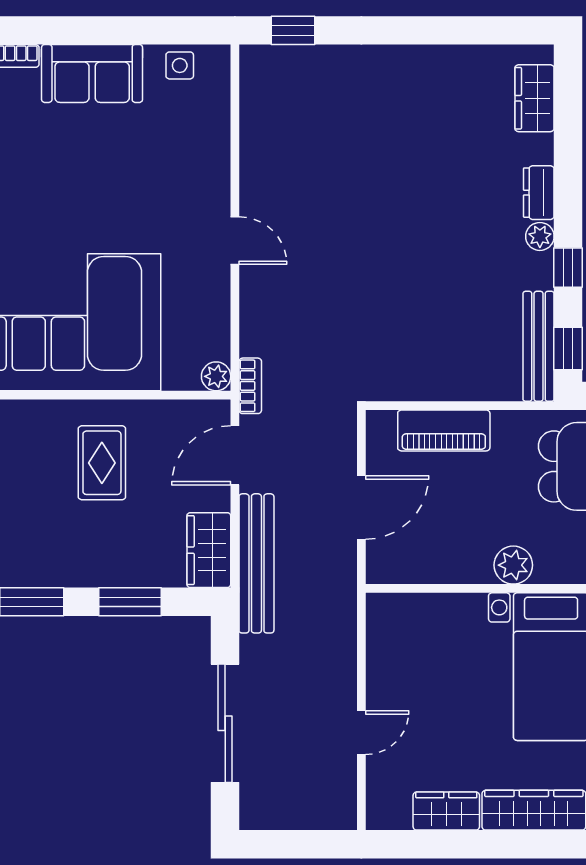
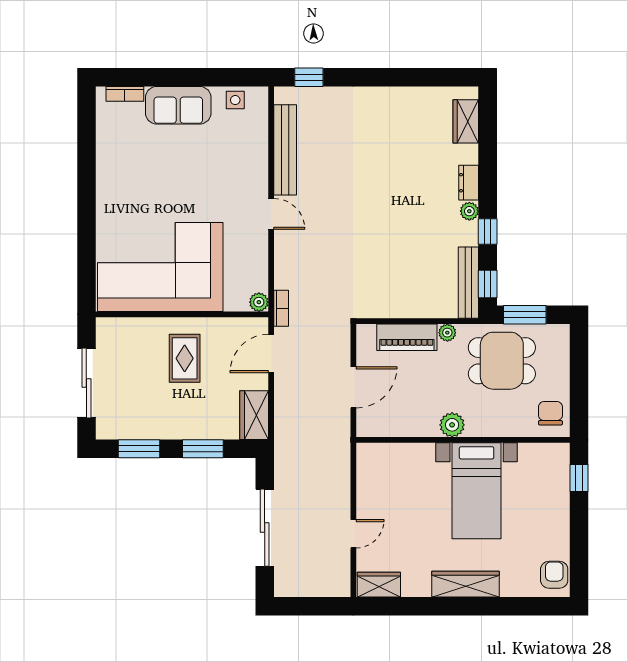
plant: (506, 423) -> (447, 333), added
bench: (256, 563) -> (285, 150), moved
wardrobe: (446, 811) -> (379, 585), moved

